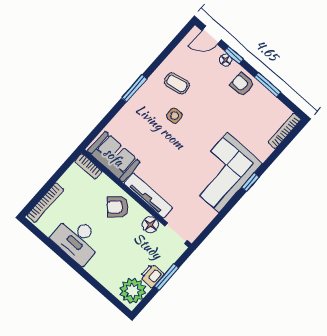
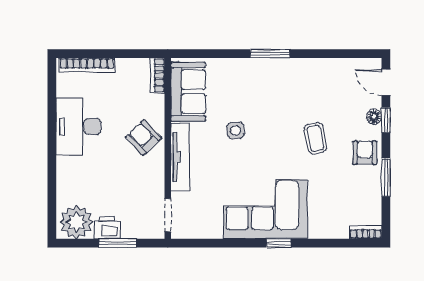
coffee table: (177, 83) -> (315, 138), moved
side table: (174, 116) -> (235, 130), moved
bookcase: (285, 131) -> (366, 232), width x0.64
floor lamp: (150, 225) -> (154, 184), removed

